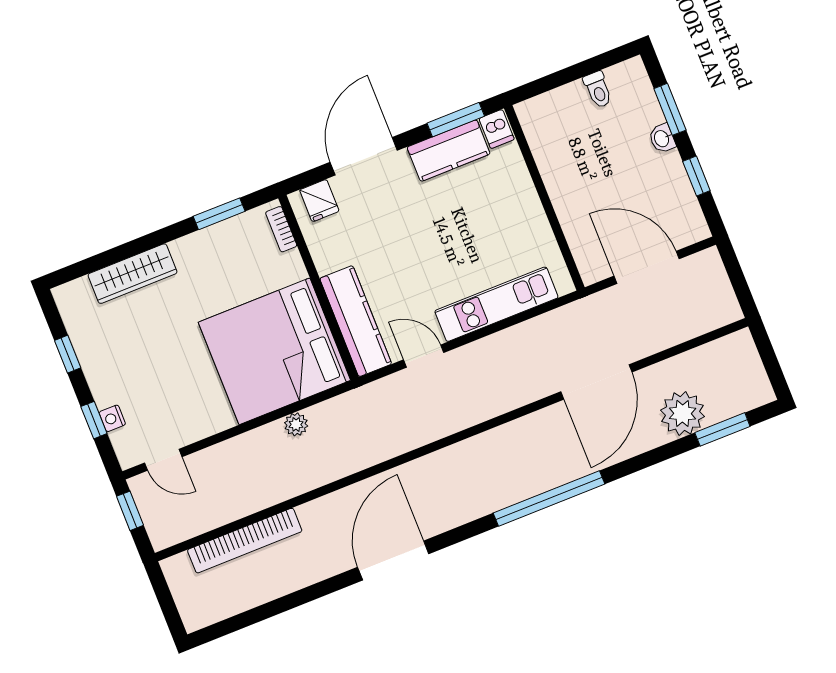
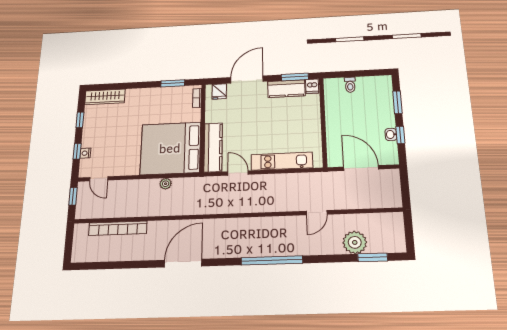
toilet: (598, 90) -> (350, 85), moved
washbasin: (662, 138) -> (391, 134), moved
wardrobe: (133, 274) -> (105, 97), moved
door: (596, 382) -> (317, 213), width x0.53

